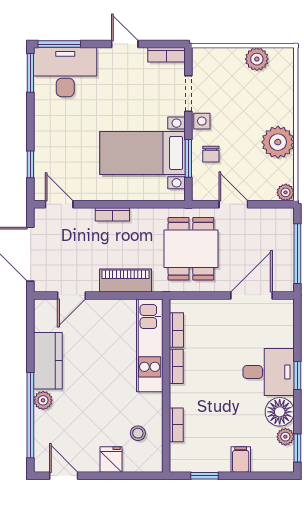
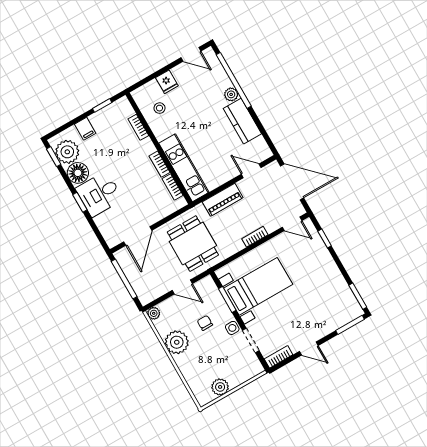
desk: (65, 72) -> (336, 309), removed
chair: (211, 154) -> (205, 323), moved
door: (71, 295) -> (251, 171), hinge flipped
plant: (285, 437) -> (67, 152), width x1.87, depth x1.87

